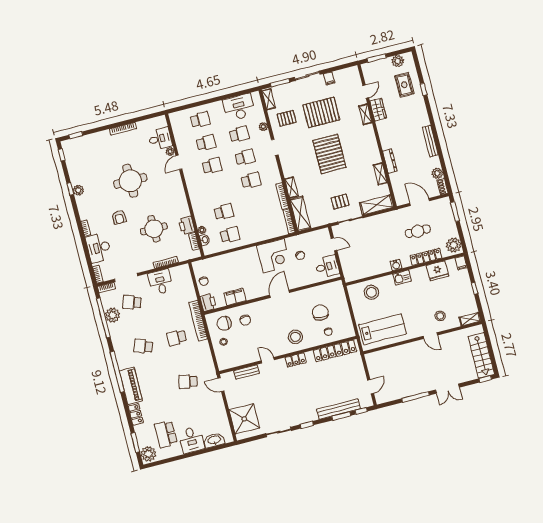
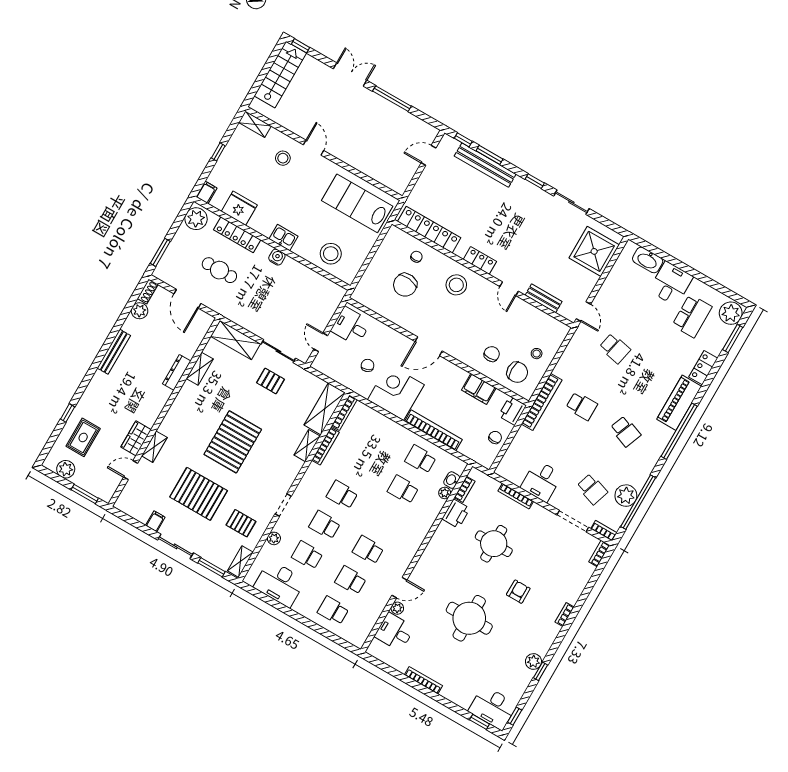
desk: (99, 248) -> (493, 708), moved, turned 90
bookcase: (237, 255) -> (433, 430), added

